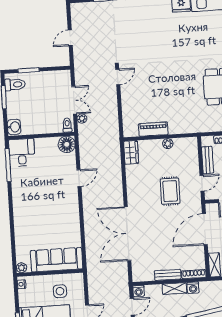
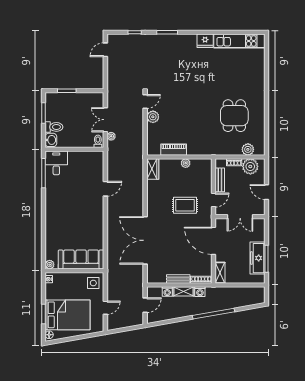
door: (70, 38) -> (105, 50), moved
toilet: (15, 85) -> (54, 127), moved
plant: (128, 94) -> (153, 117), added
double door: (74, 100) -> (105, 120), swing flipped
floor lamp: (67, 144) -> (96, 158), removed
rug: (170, 191) -> (185, 205), turned 90
door: (205, 229) -> (214, 241), hinge flipped
side table: (60, 291) -> (93, 283), moved
washing machine: (139, 291) -> (167, 292), moved

